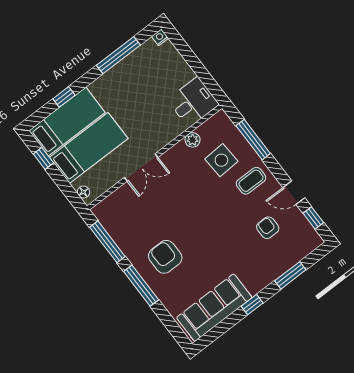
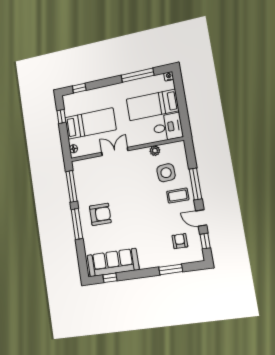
window: (64, 97) -> (79, 88), moved
bed: (67, 122) -> (152, 105), moved, turned 180
window: (253, 140) -> (195, 184), moved
double door: (141, 167) -> (115, 152), swing flipped
armchair: (268, 228) -> (180, 241), moved
armchair: (165, 257) -> (100, 214), turned 90
window: (252, 305) -> (110, 278), moved

